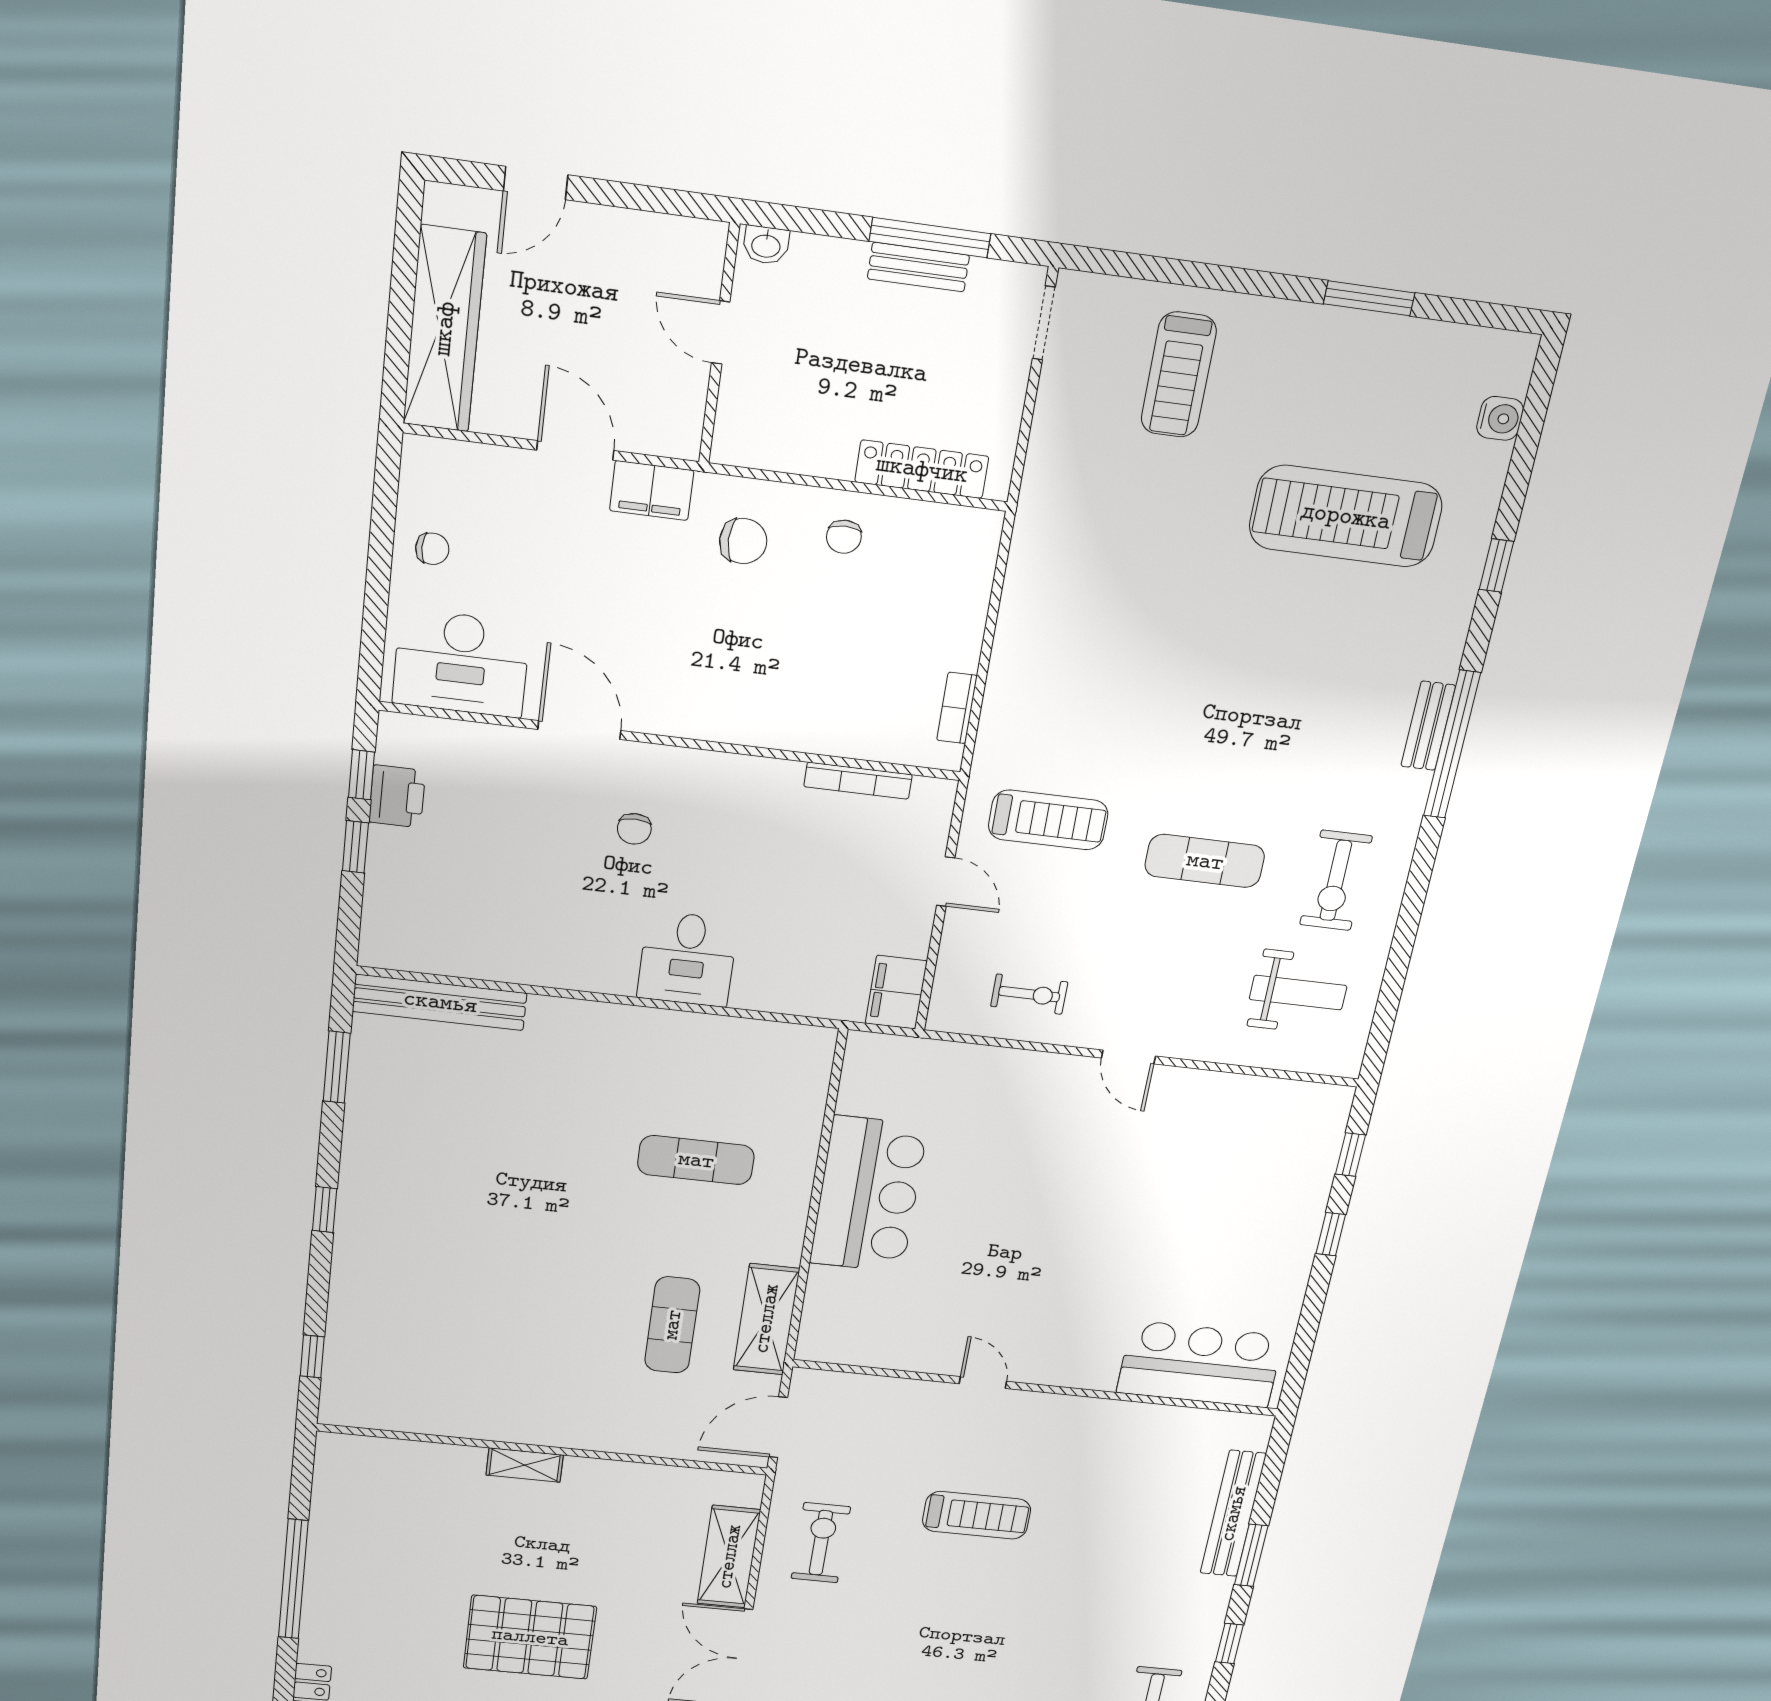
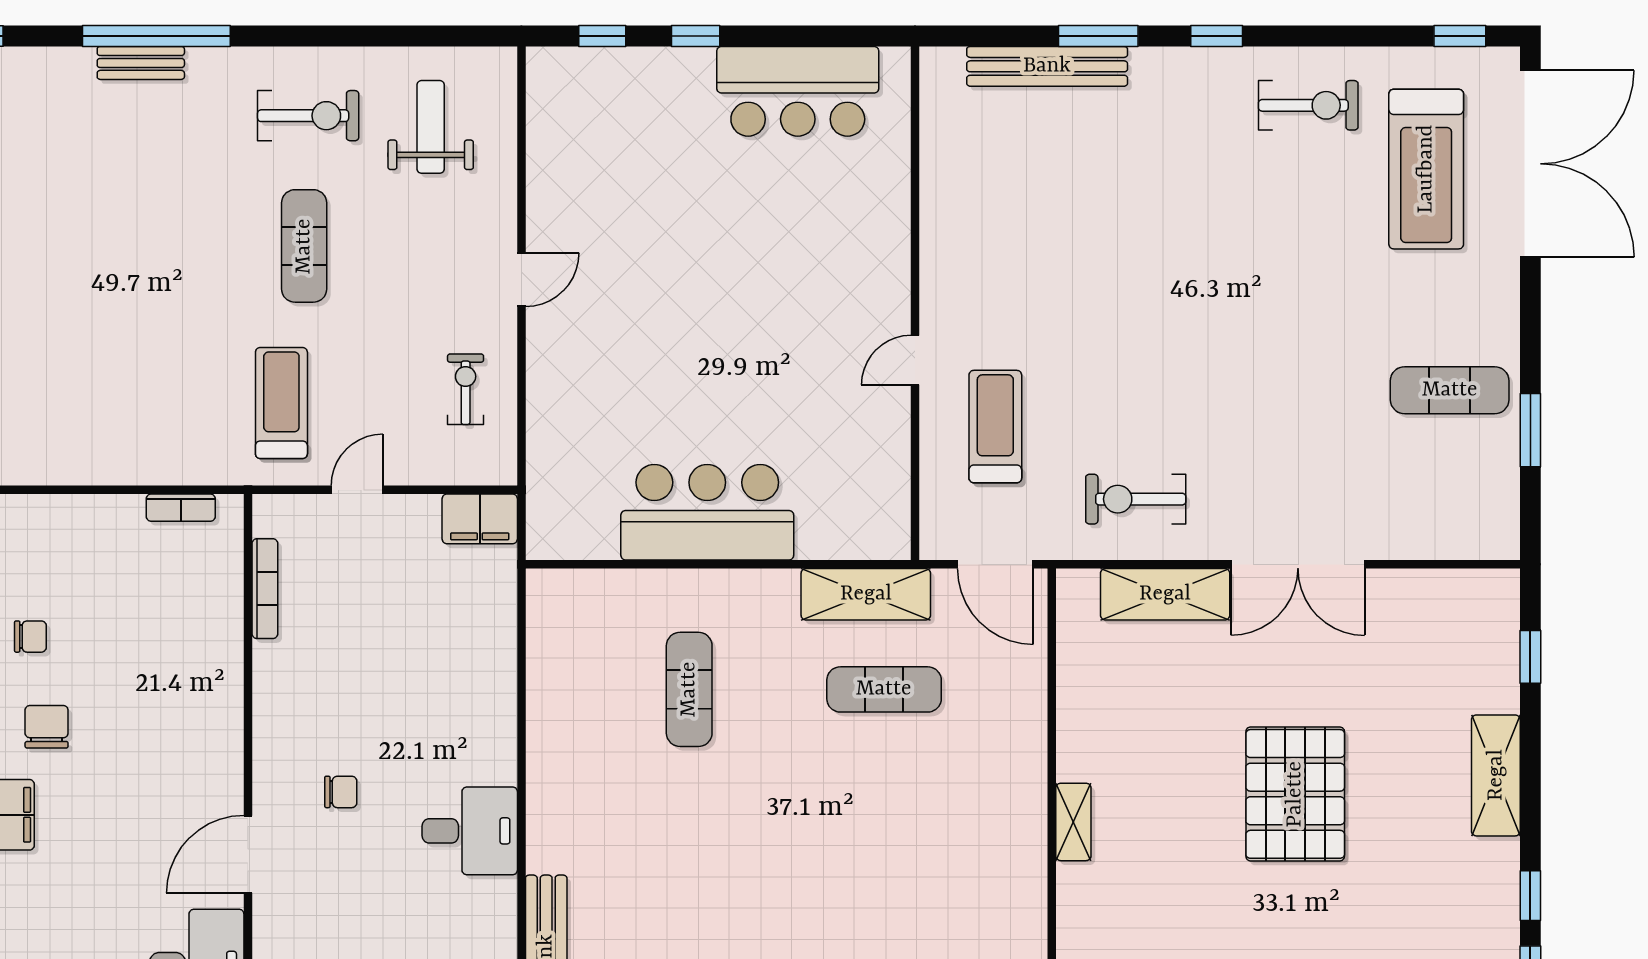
desk: (687, 959) -> (470, 831), moved
bar counter: (1200, 1364) -> (798, 91), moved, turned -90
treadmill: (977, 1515) -> (995, 427), moved

